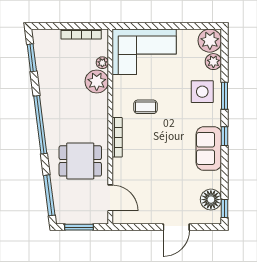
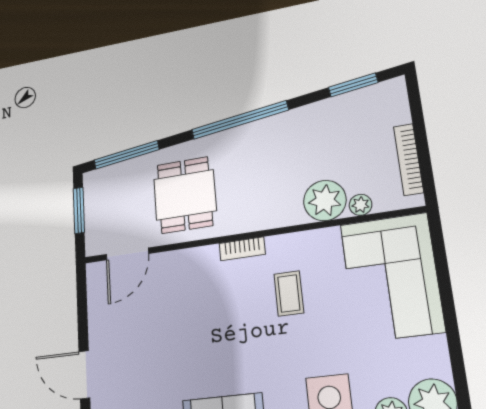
bookcase: (117, 137) -> (242, 249), width x0.64

